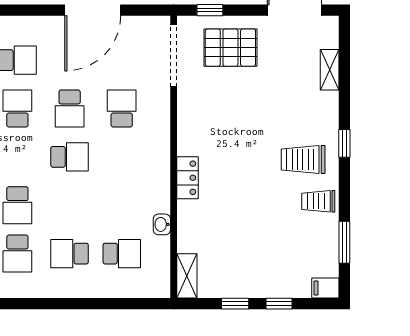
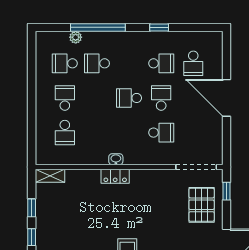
door: (93, 10) -> (226, 98), moved
school desk: (70, 108) -> (161, 98), turned 90
school desk: (70, 157) -> (129, 98), turned 90
washbasin: (162, 224) -> (116, 159), moved

